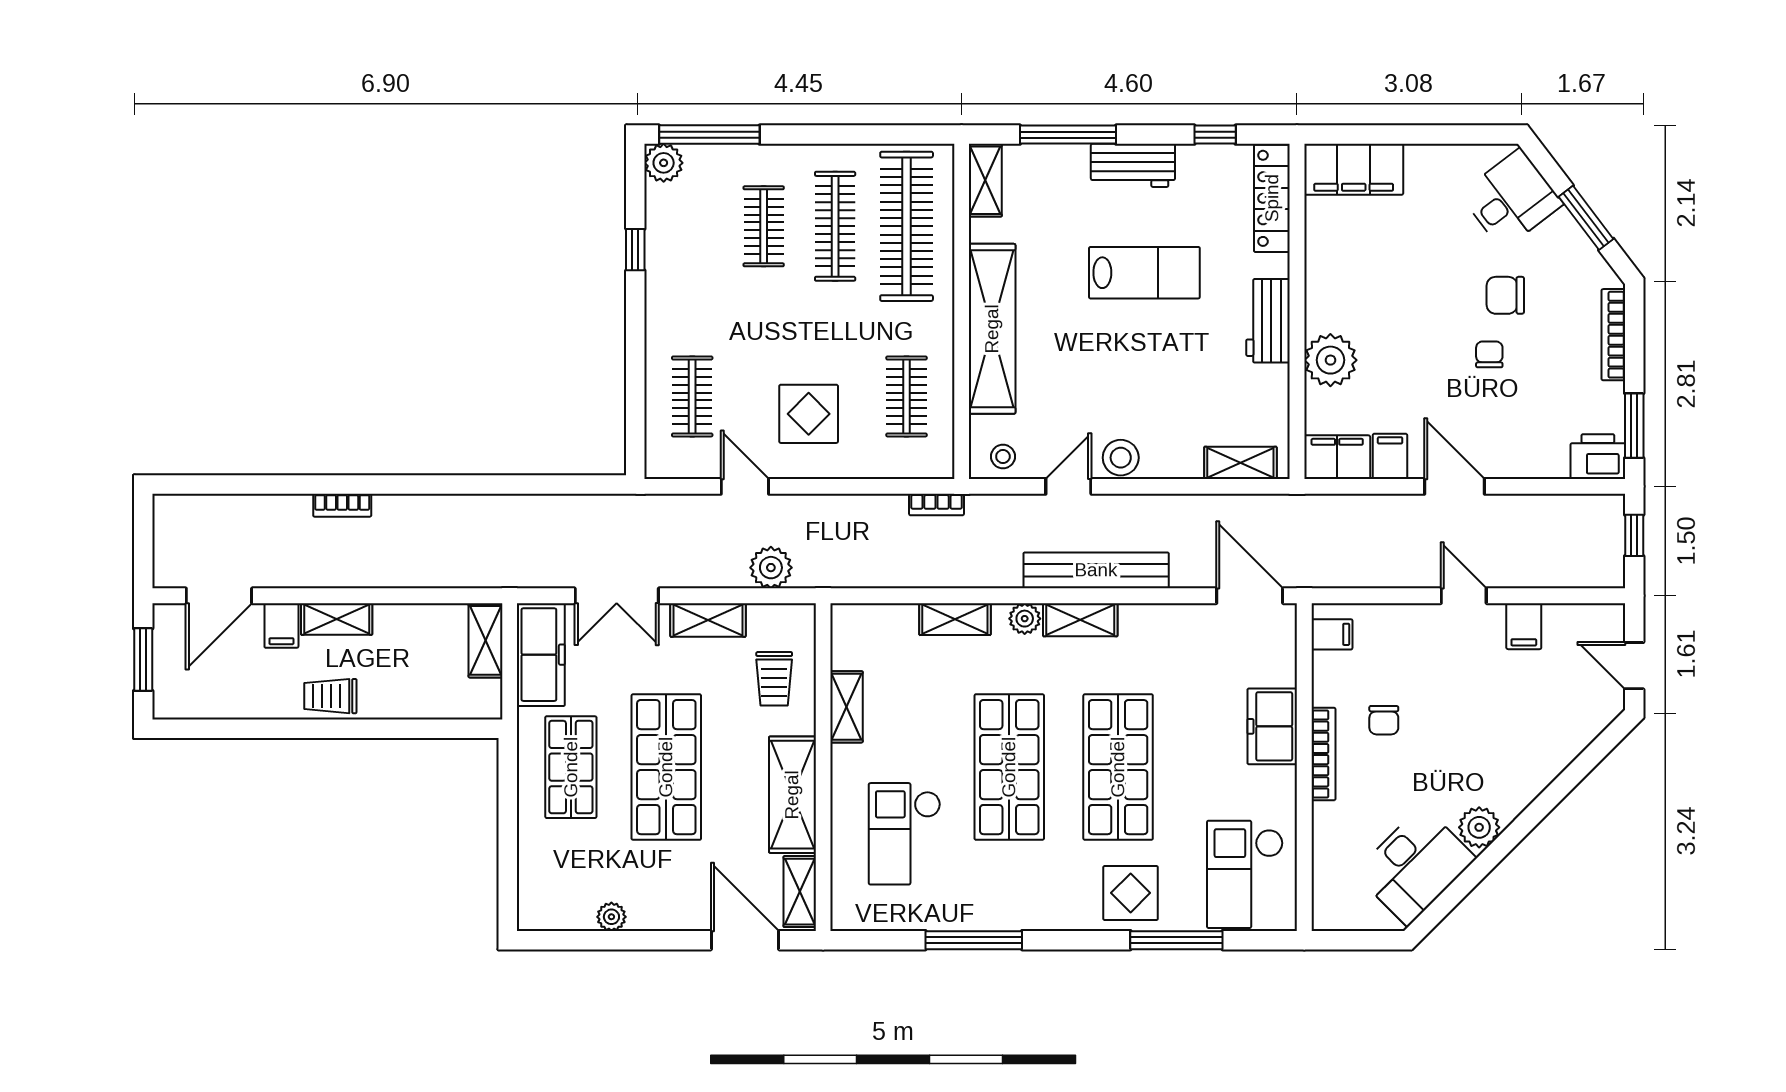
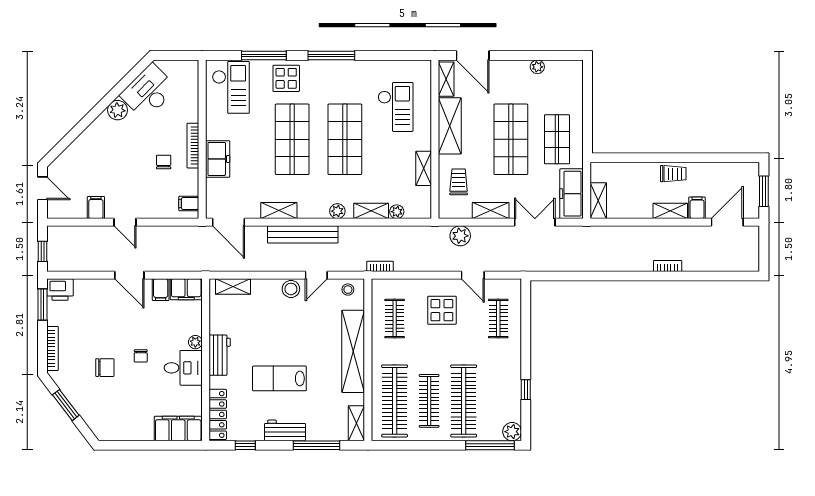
desk: (1511, 199) -> (183, 368), moved, turned -143
clothes rail: (764, 226) -> (464, 401), width x1.86, depth x1.31
chair: (1489, 354) -> (141, 356), moved
plant: (1330, 360) -> (195, 342), width x0.53, depth x0.53
plant: (902, 617) -> (397, 212), added
shelving: (1080, 620) -> (279, 211), moved
window: (974, 940) -> (331, 55), moved

